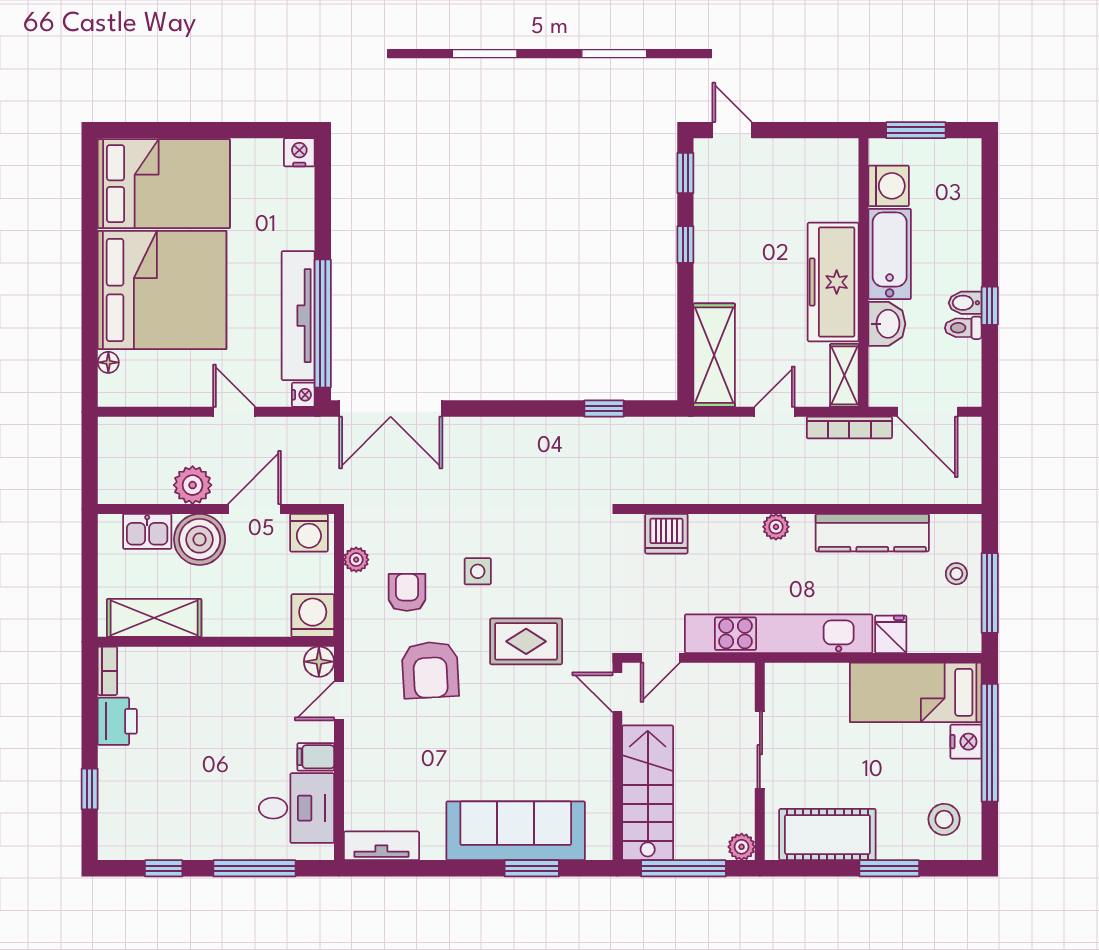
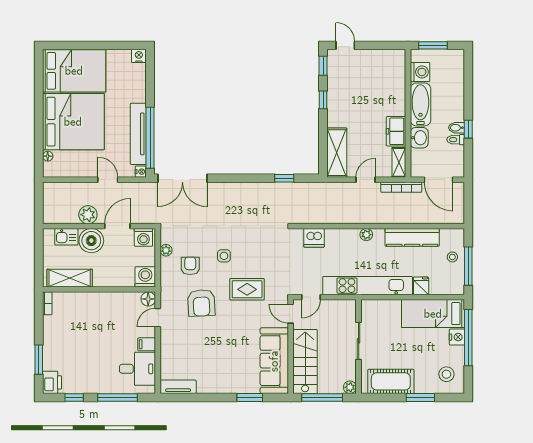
freezer: (833, 282) -> (396, 131), width x0.52, depth x0.79
printer: (117, 721) -> (52, 382), moved
window: (90, 789) -> (39, 360), width x1.50
sofa: (516, 831) -> (274, 361), moved, turned -90

